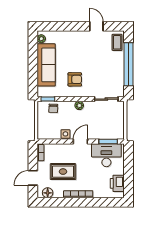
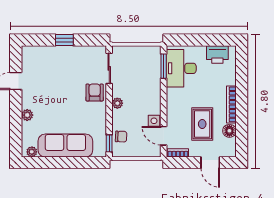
plant: (70, 35) -> (27, 115), added
coffee table: (117, 42) -> (36, 55), removed
window: (128, 64) -> (64, 40), width x0.32
armchair: (75, 79) -> (95, 92), moved
door: (80, 141) -> (164, 136), moved
floor lamp: (48, 193) -> (229, 131), moved

